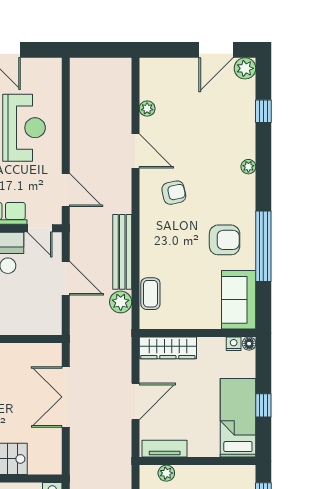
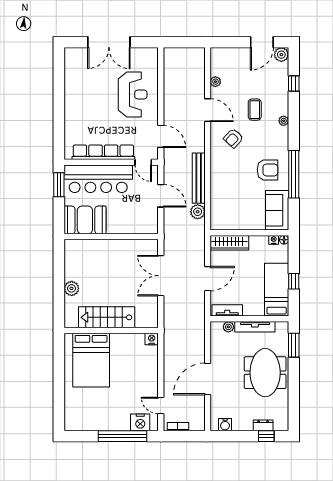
armchair: (174, 193) -> (233, 138), turned 145
coffee table: (150, 294) -> (255, 110), moved
tv unit: (206, 473) -> (255, 327), added

